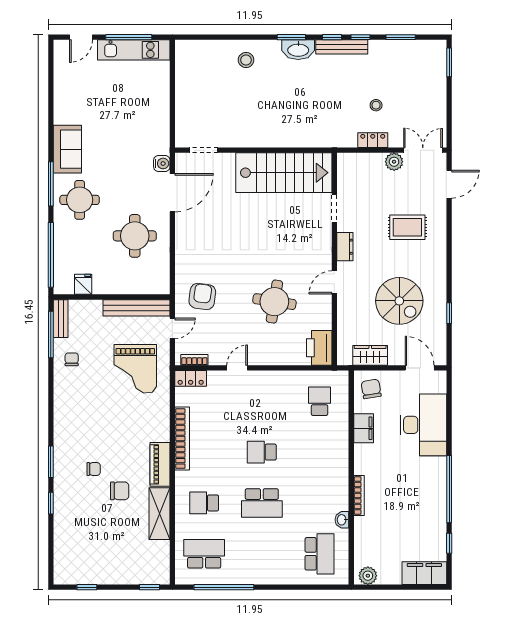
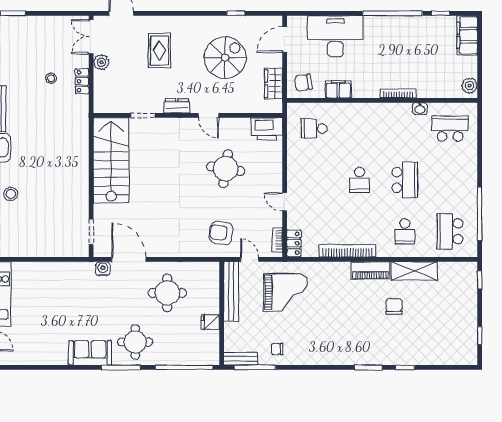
fridge: (83, 284) -> (210, 322), moved
chair: (94, 469) -> (375, 330), removed

